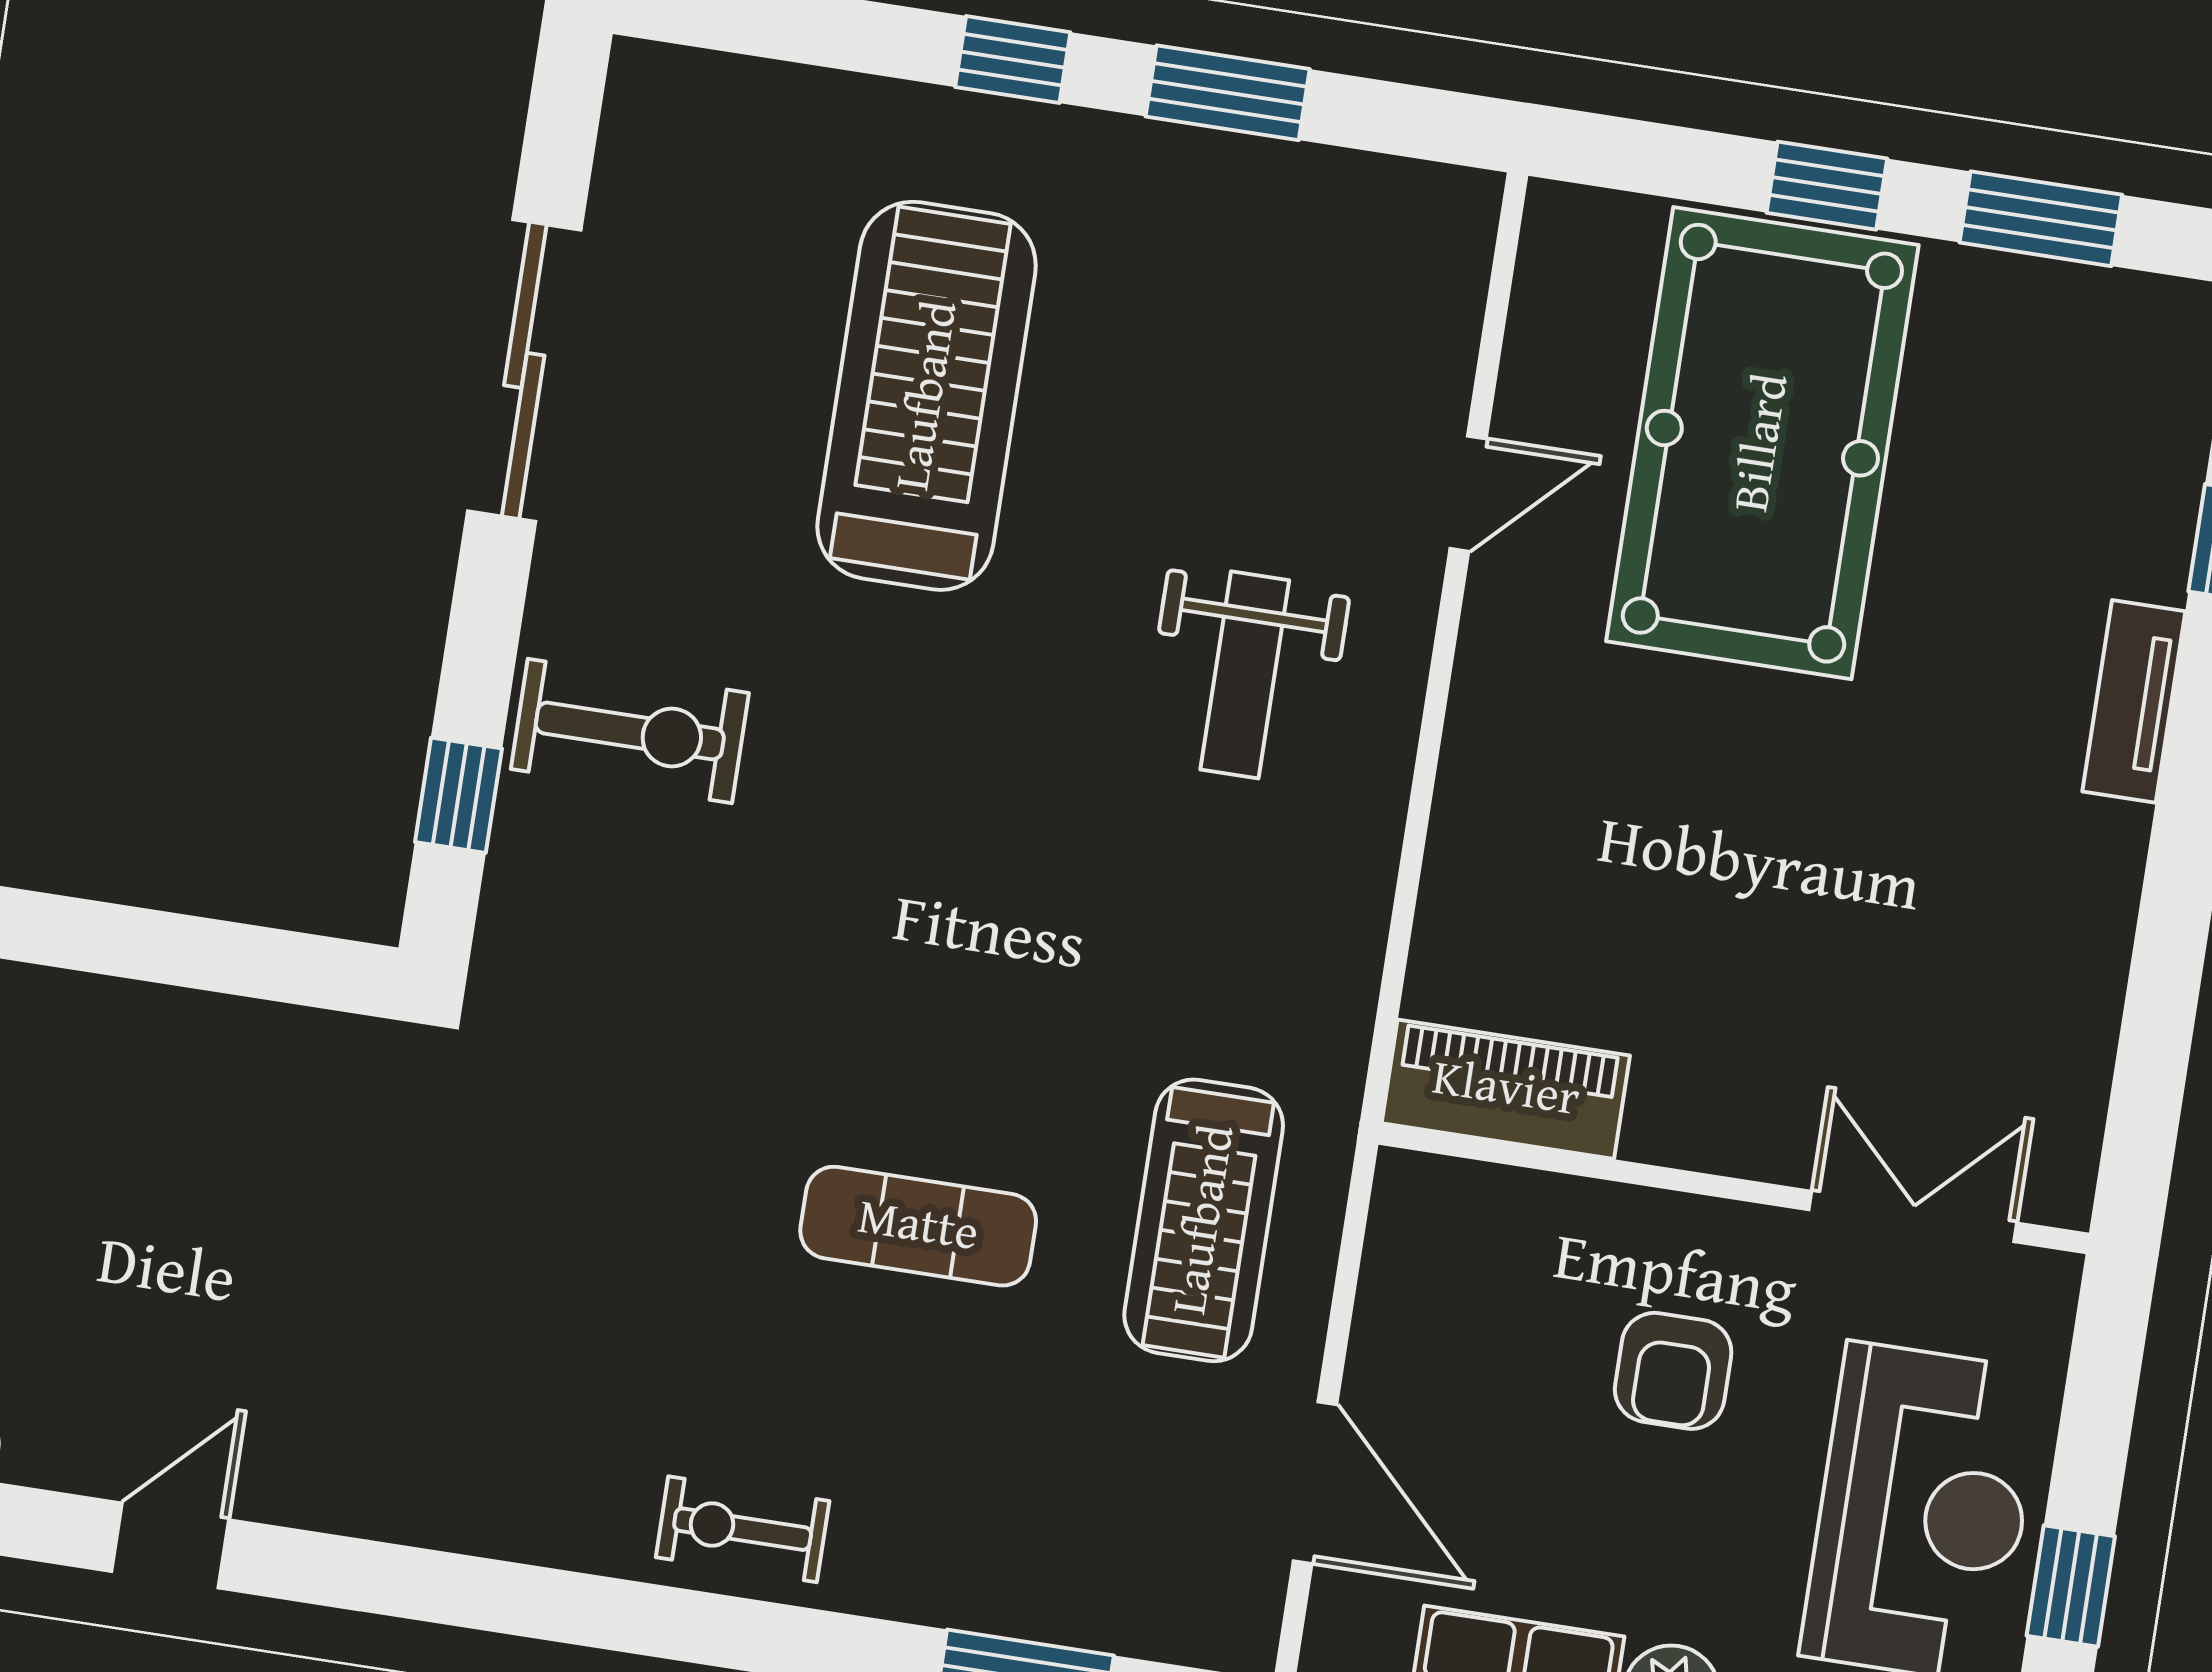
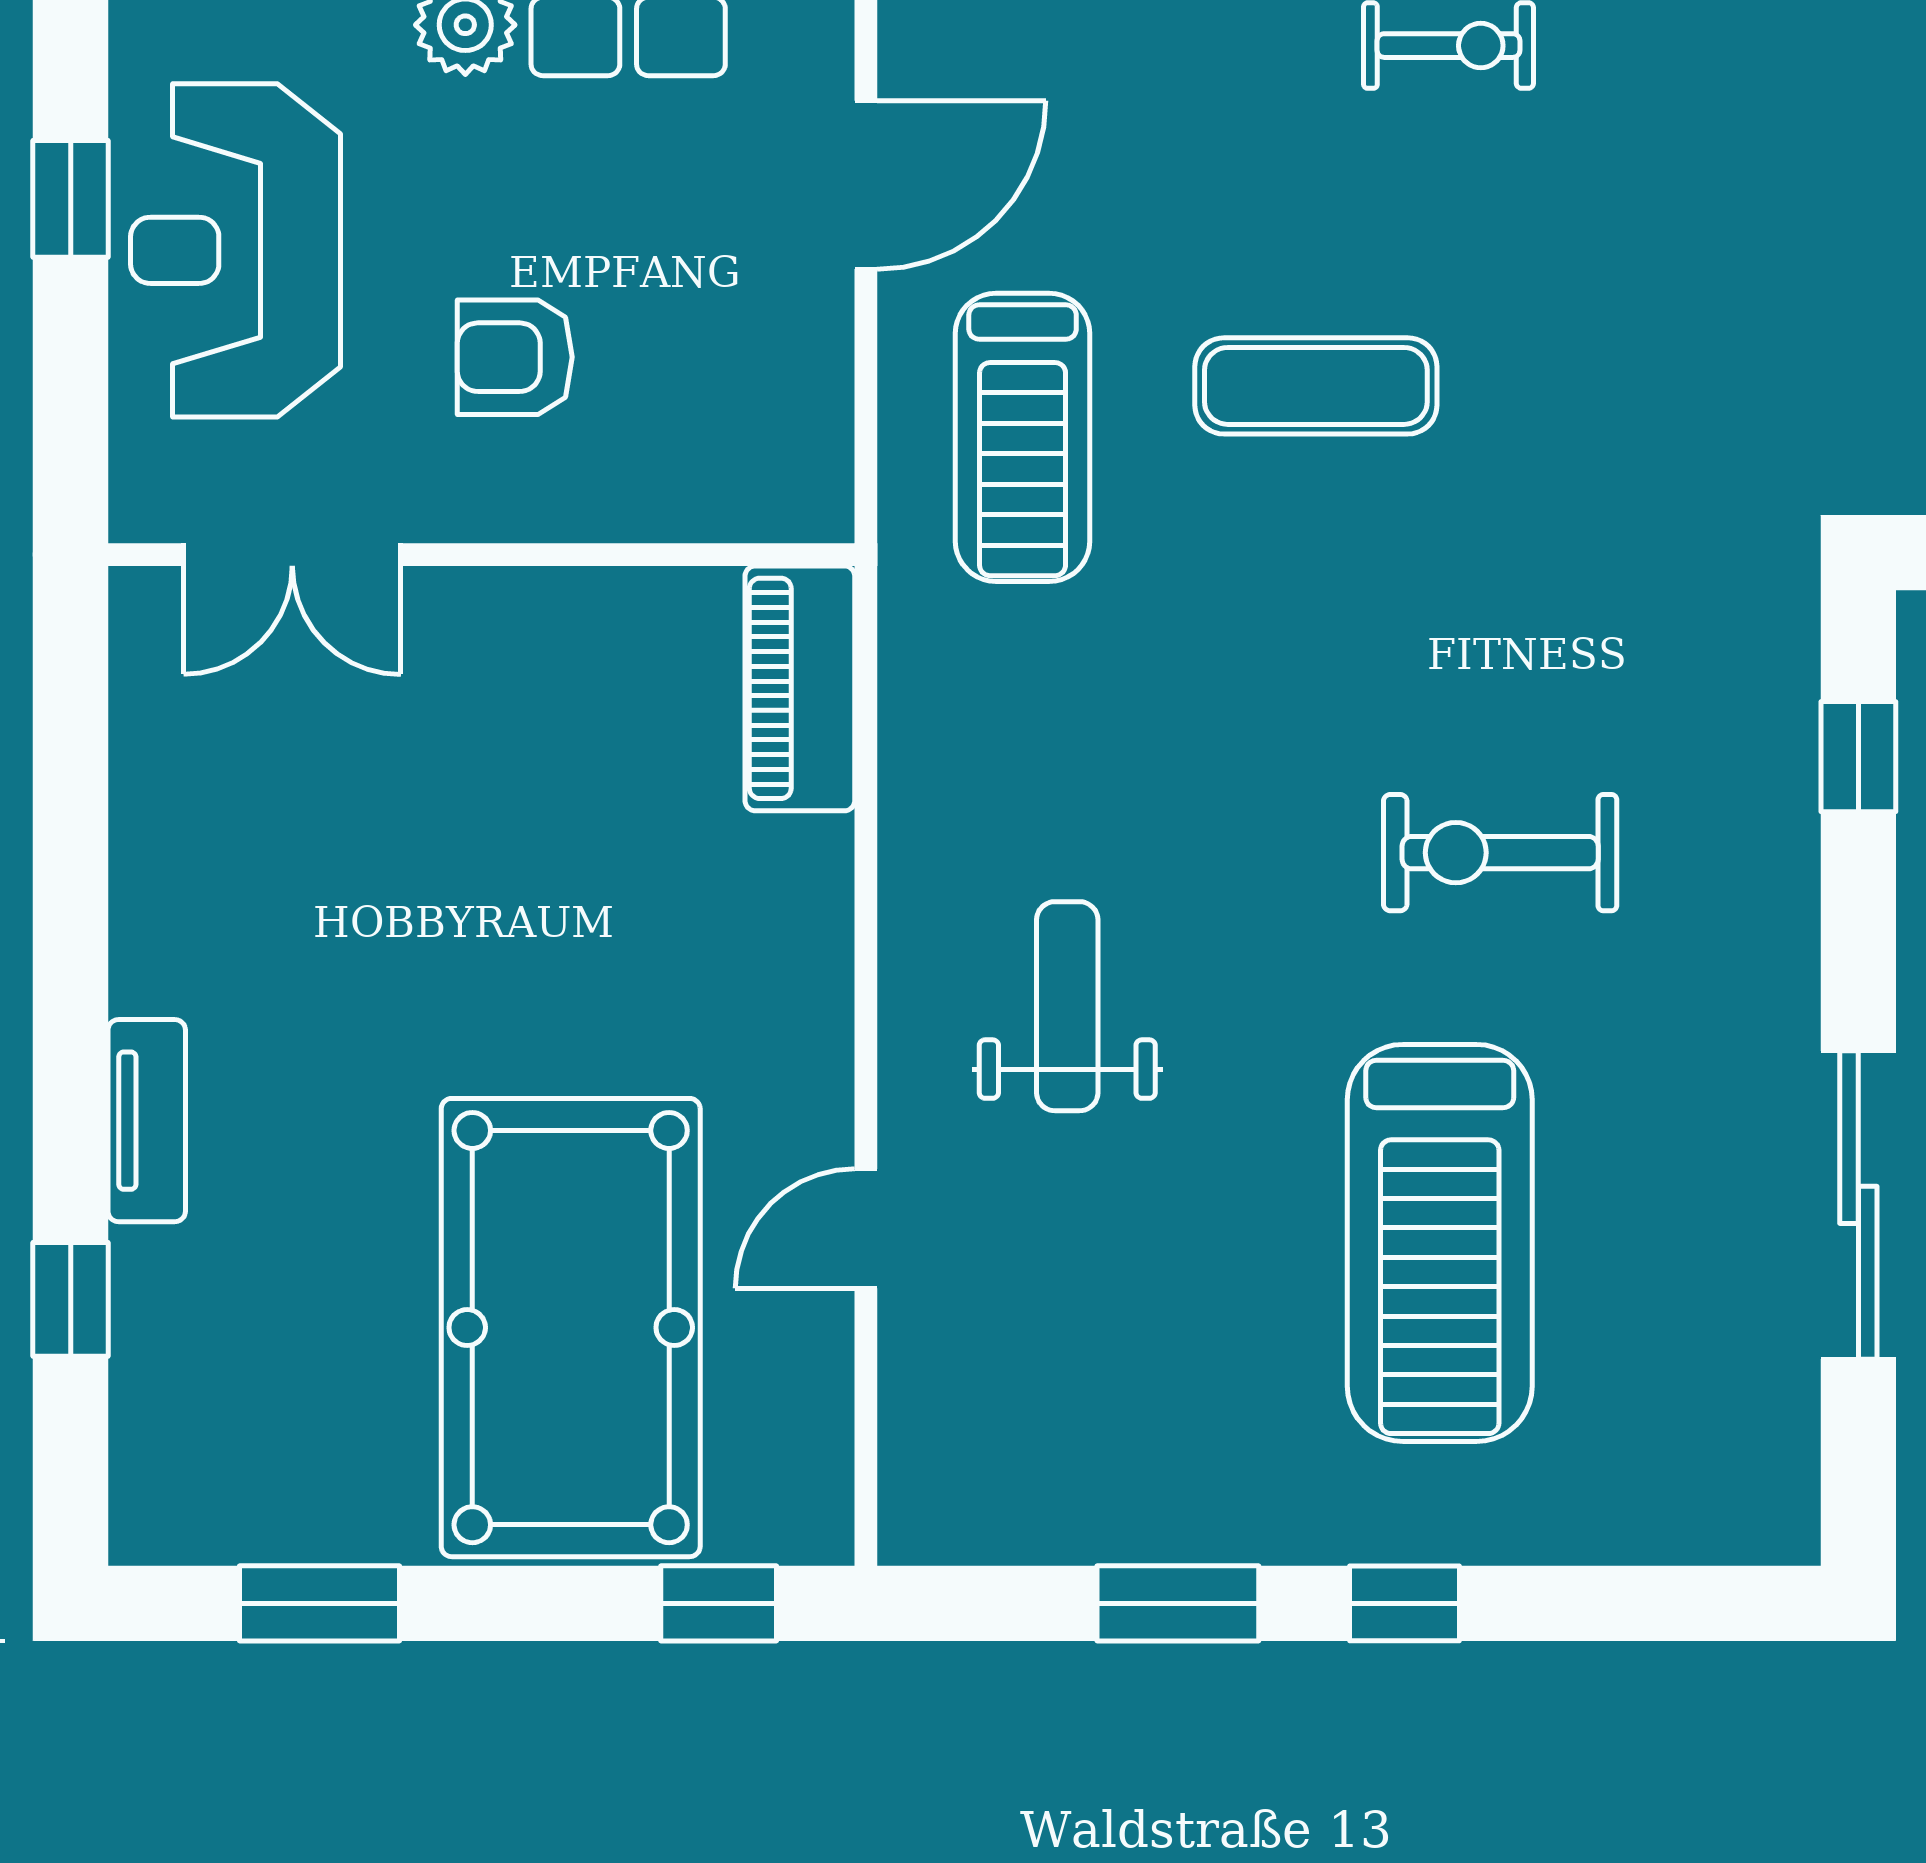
window: (1827, 186) -> (719, 1603), moved
exercise bike: (630, 731) -> (1500, 853), moved
piano: (1506, 1089) -> (800, 688), moved, turned 90
treadmill: (1204, 1220) -> (1023, 437), turned 180
armchair: (1673, 1371) -> (515, 357), turned -90
door: (1315, 1483) -> (866, 185), swing flipped

